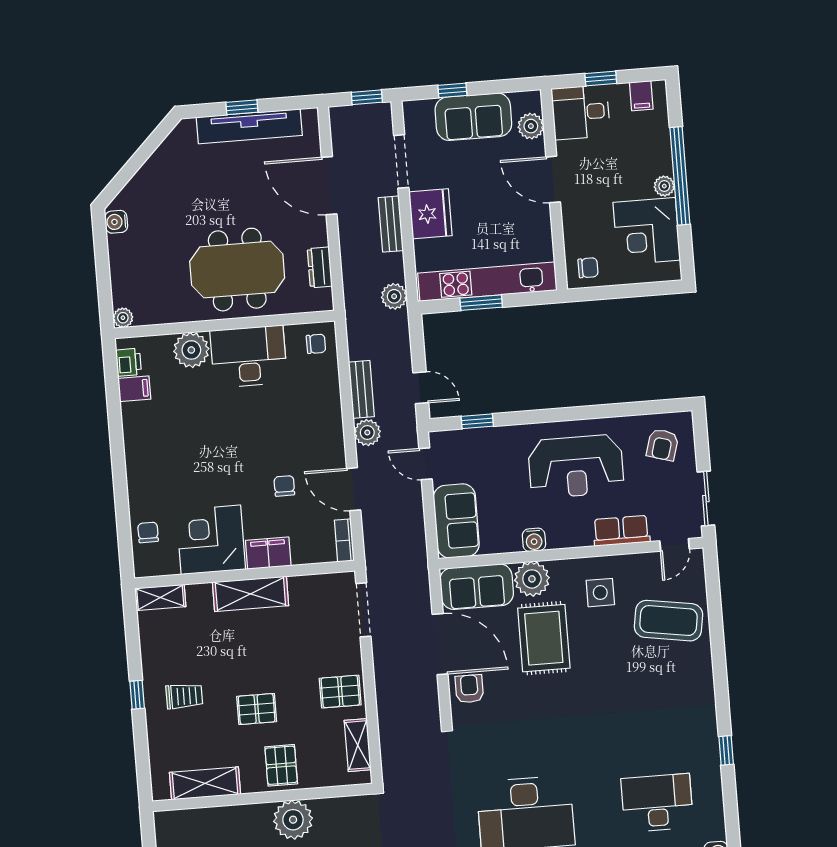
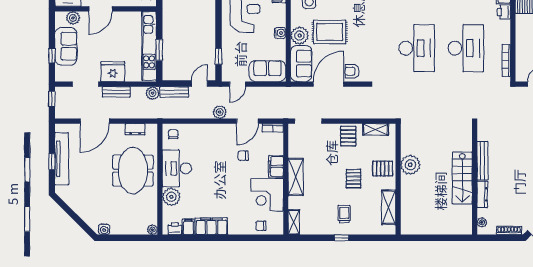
bench: (361, 389) -> (174, 92), moved
filing cabinet: (139, 434) -> (211, 226), added

